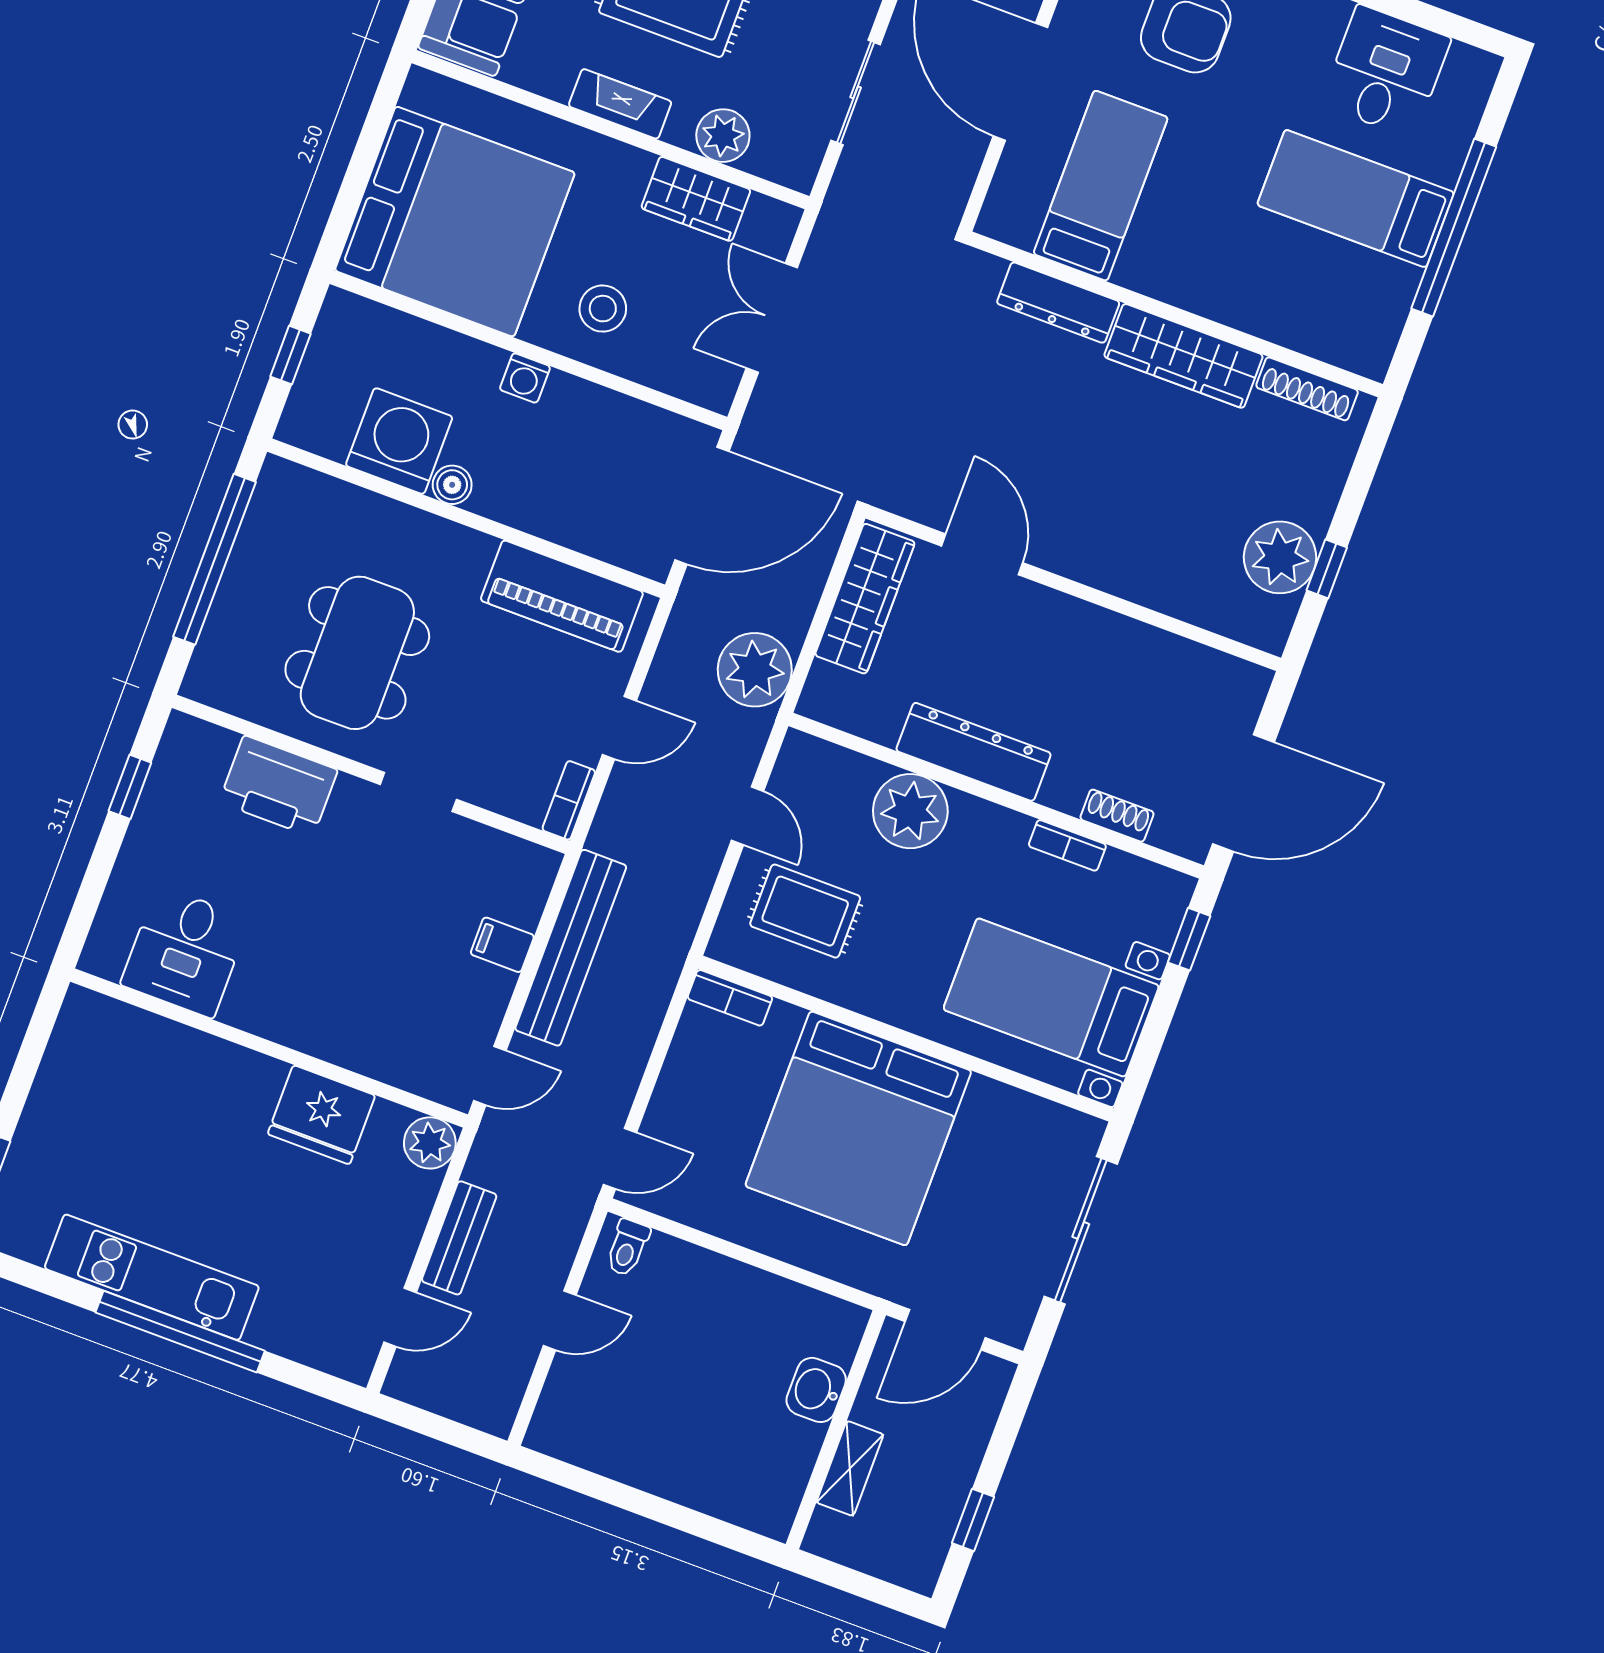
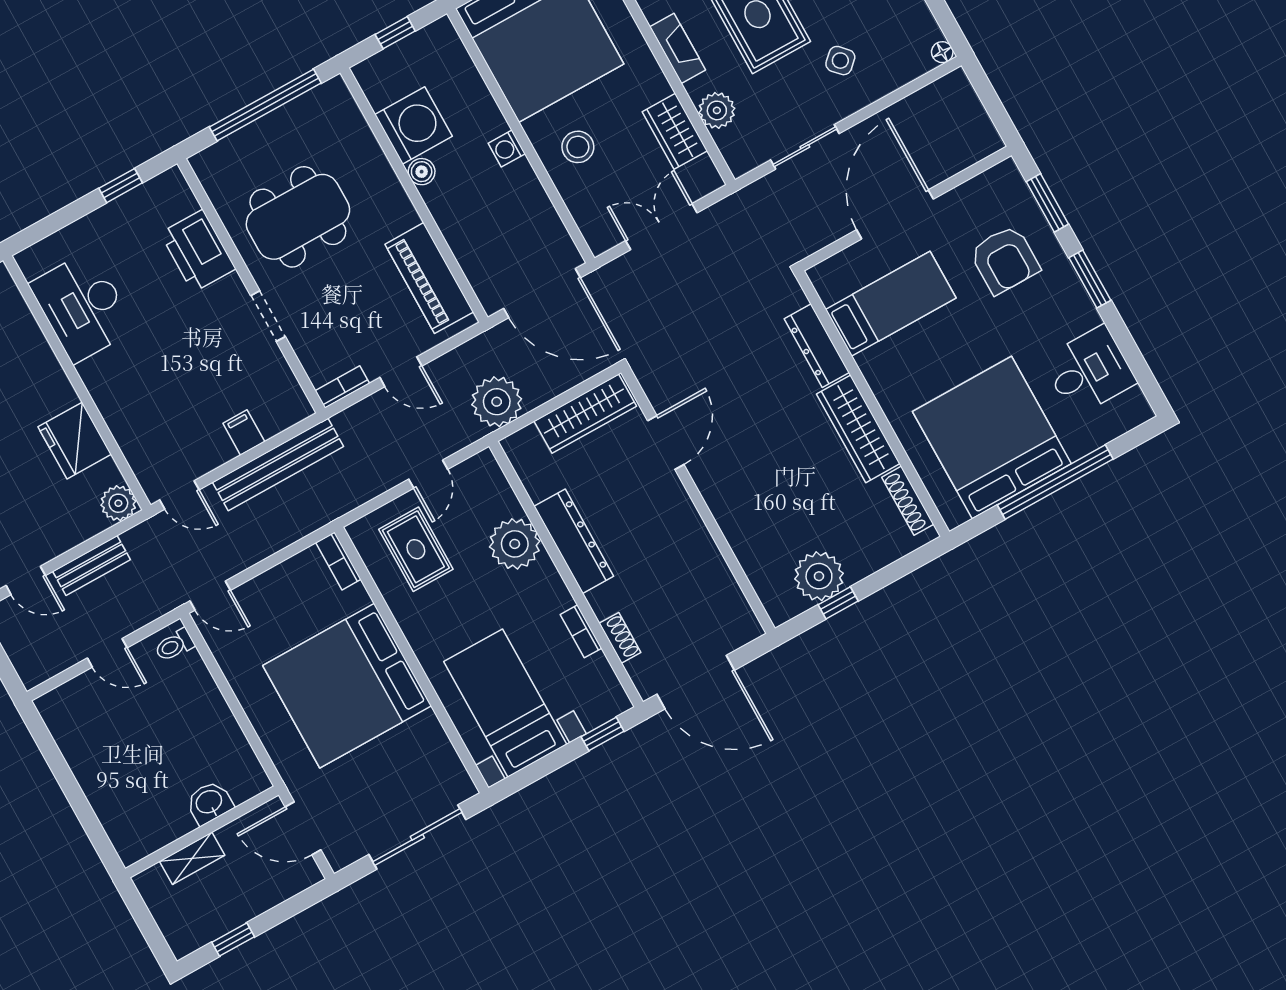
bed: (1356, 199) -> (992, 438), width x2.04
desk: (185, 952) -> (82, 307), width x1.37

